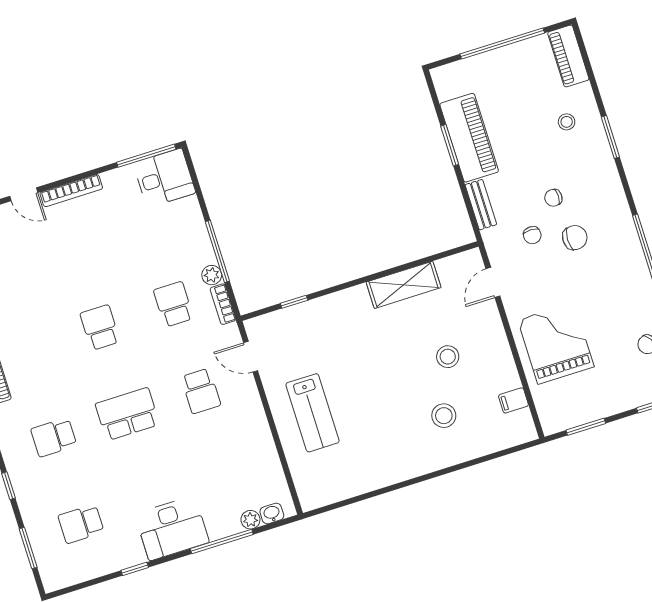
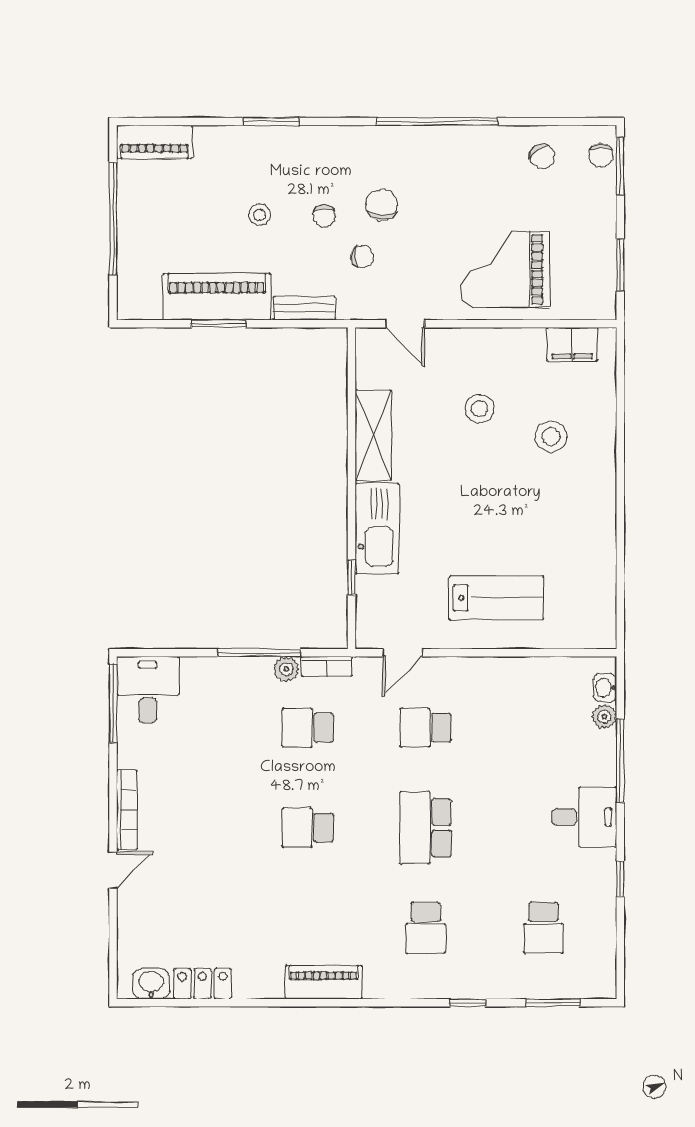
stool: (567, 122) -> (259, 215), moved
kitchen sink: (336, 309) -> (377, 528), added
school desk: (201, 391) -> (426, 728), turned 180
filing cabinet: (513, 400) -> (572, 344), width x2.00
desk: (172, 528) -> (584, 817), width x0.73

